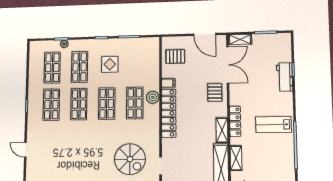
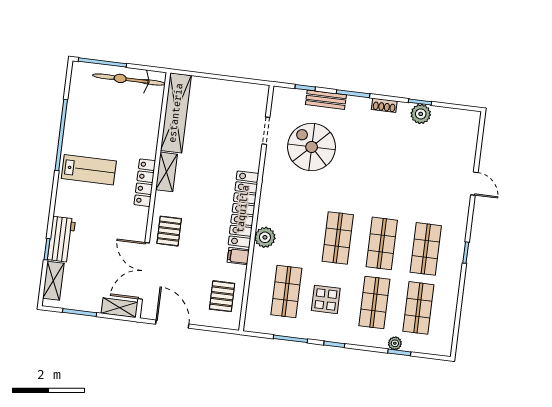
pallet: (175, 56) -> (222, 296), turned 90
shop shelf: (135, 103) -> (286, 292), moved
shelving: (236, 158) -> (53, 281), moved

